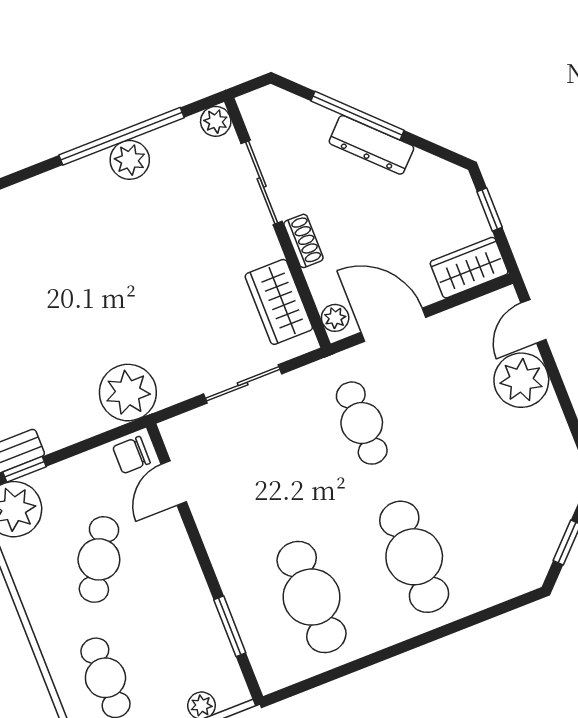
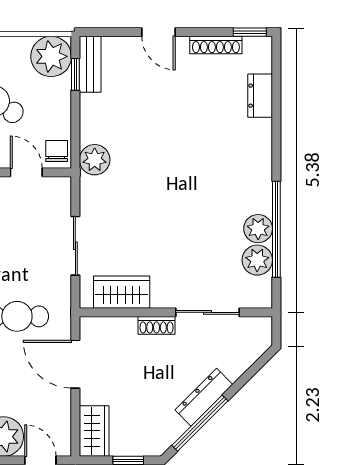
window: (357, 116) -> (200, 423), moved
plant: (216, 121) -> (257, 260), moved, width x1.38, depth x1.38
plant: (335, 318) -> (96, 326), removed
door: (393, 325) -> (75, 364), swing flipped
plant: (128, 393) -> (95, 160), width x0.73, depth x0.73

